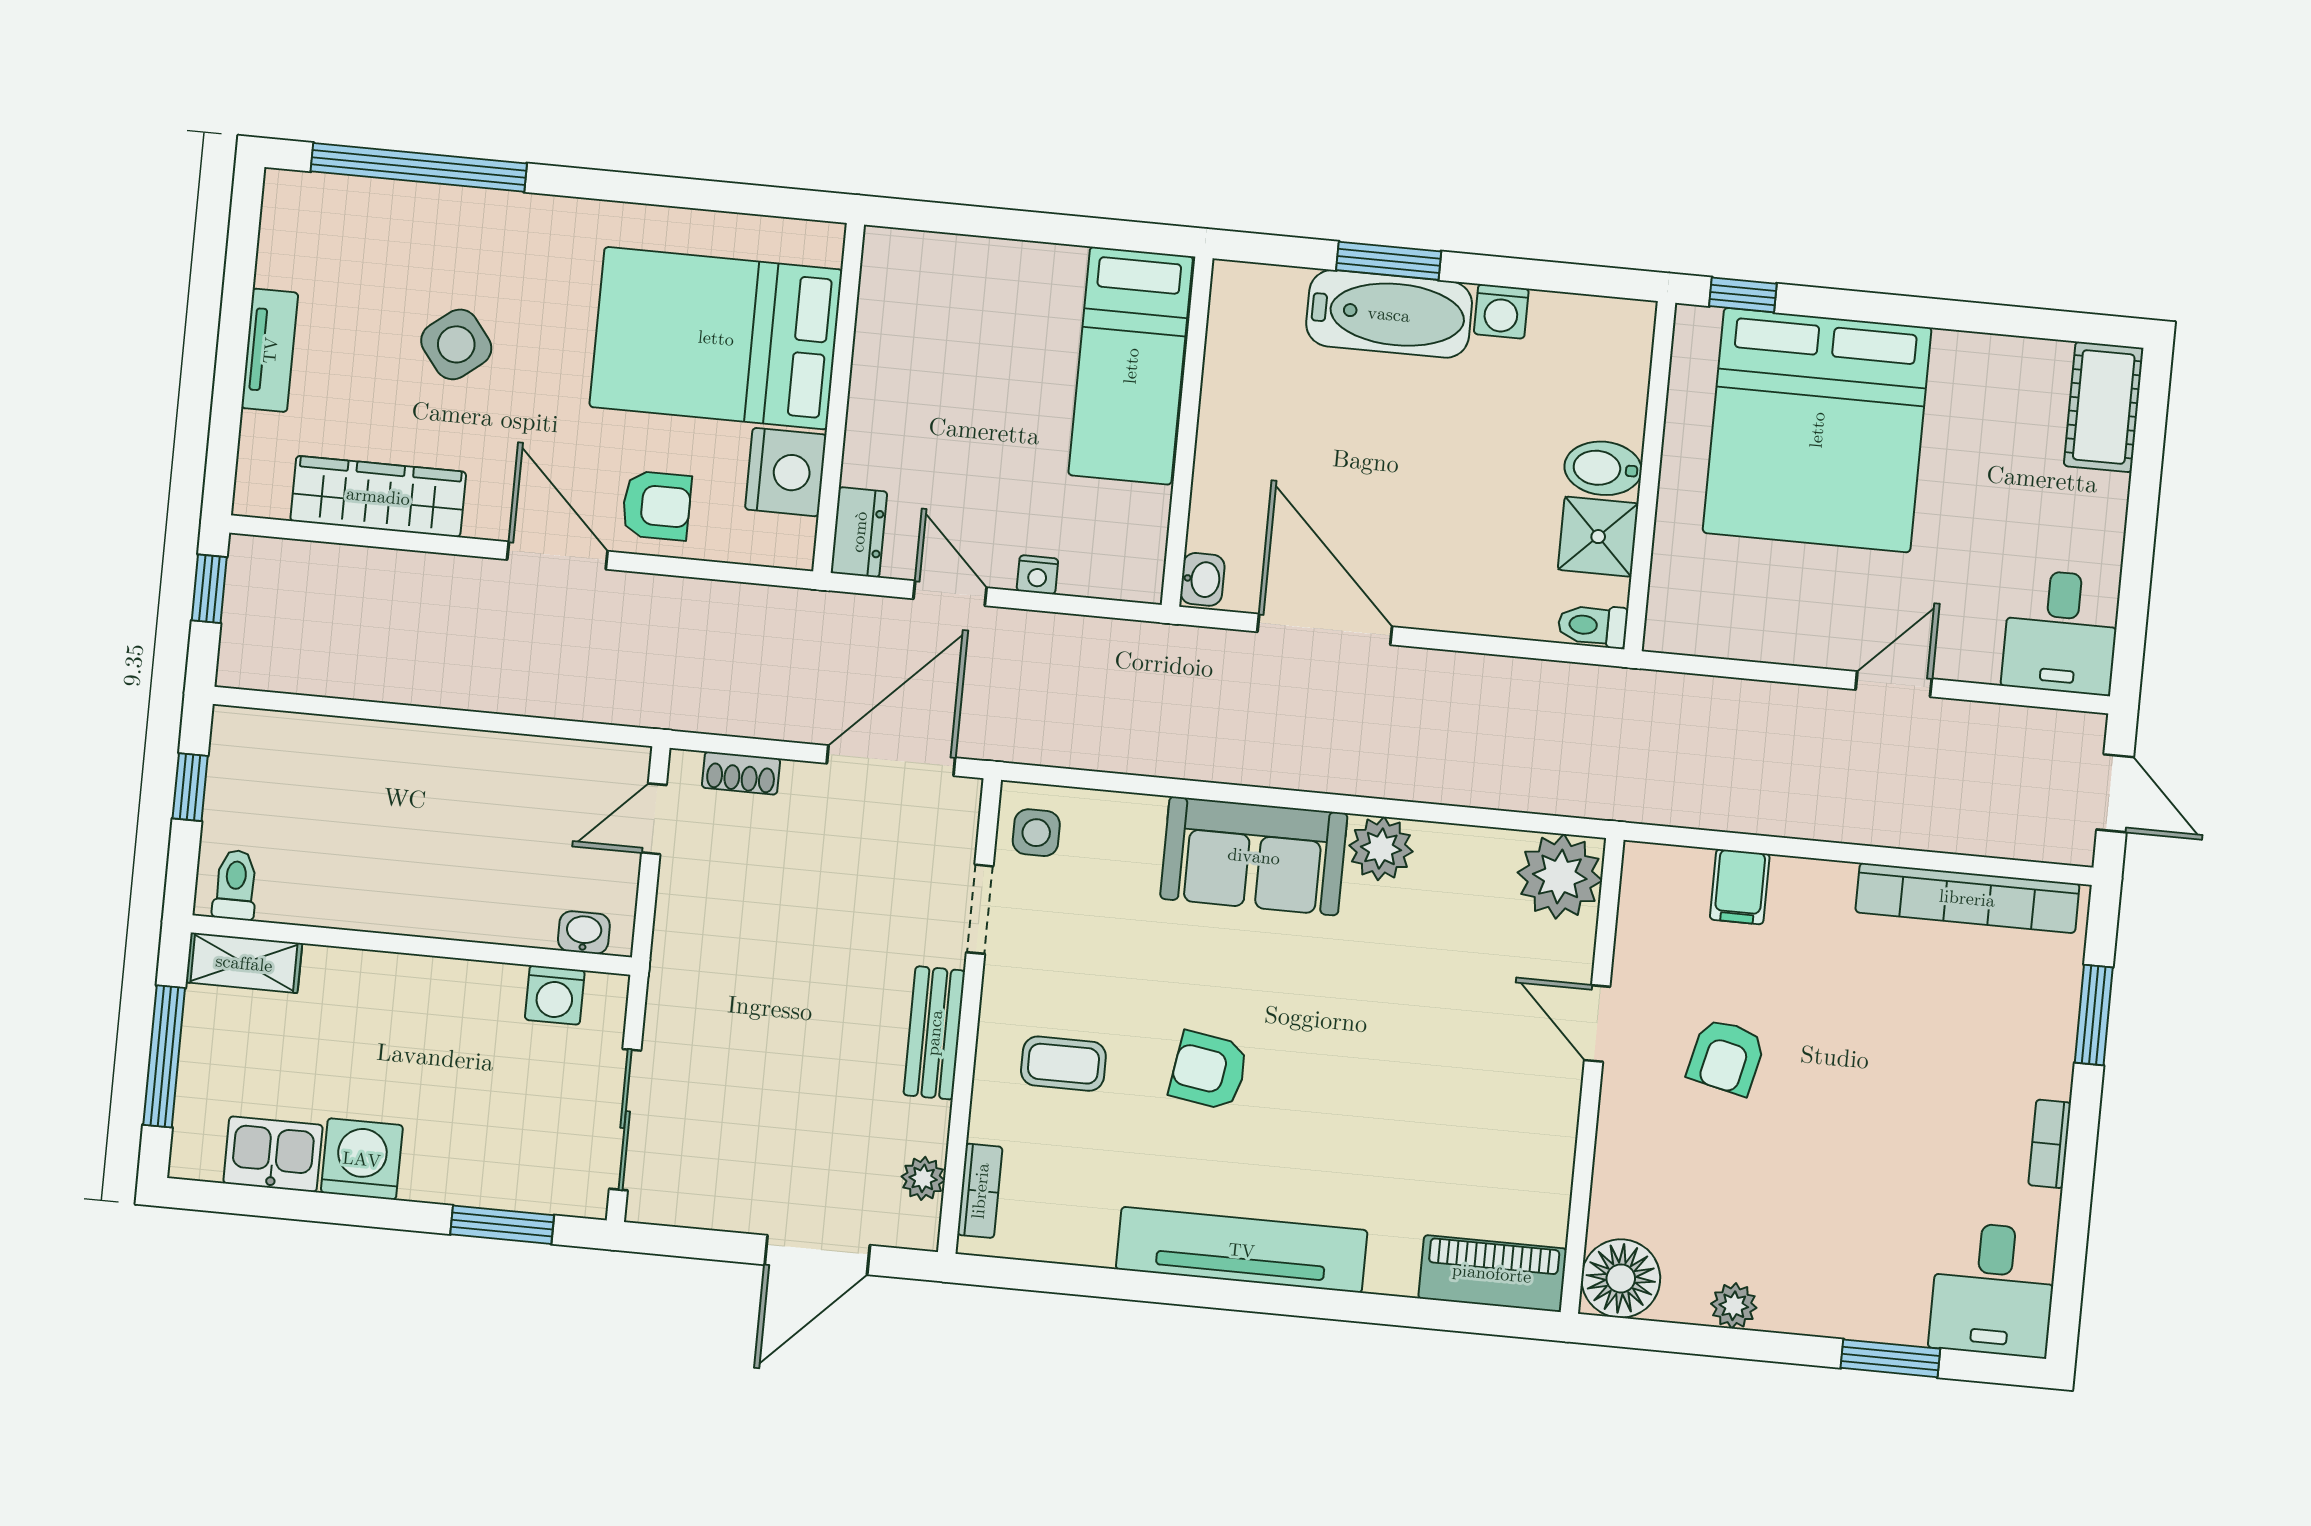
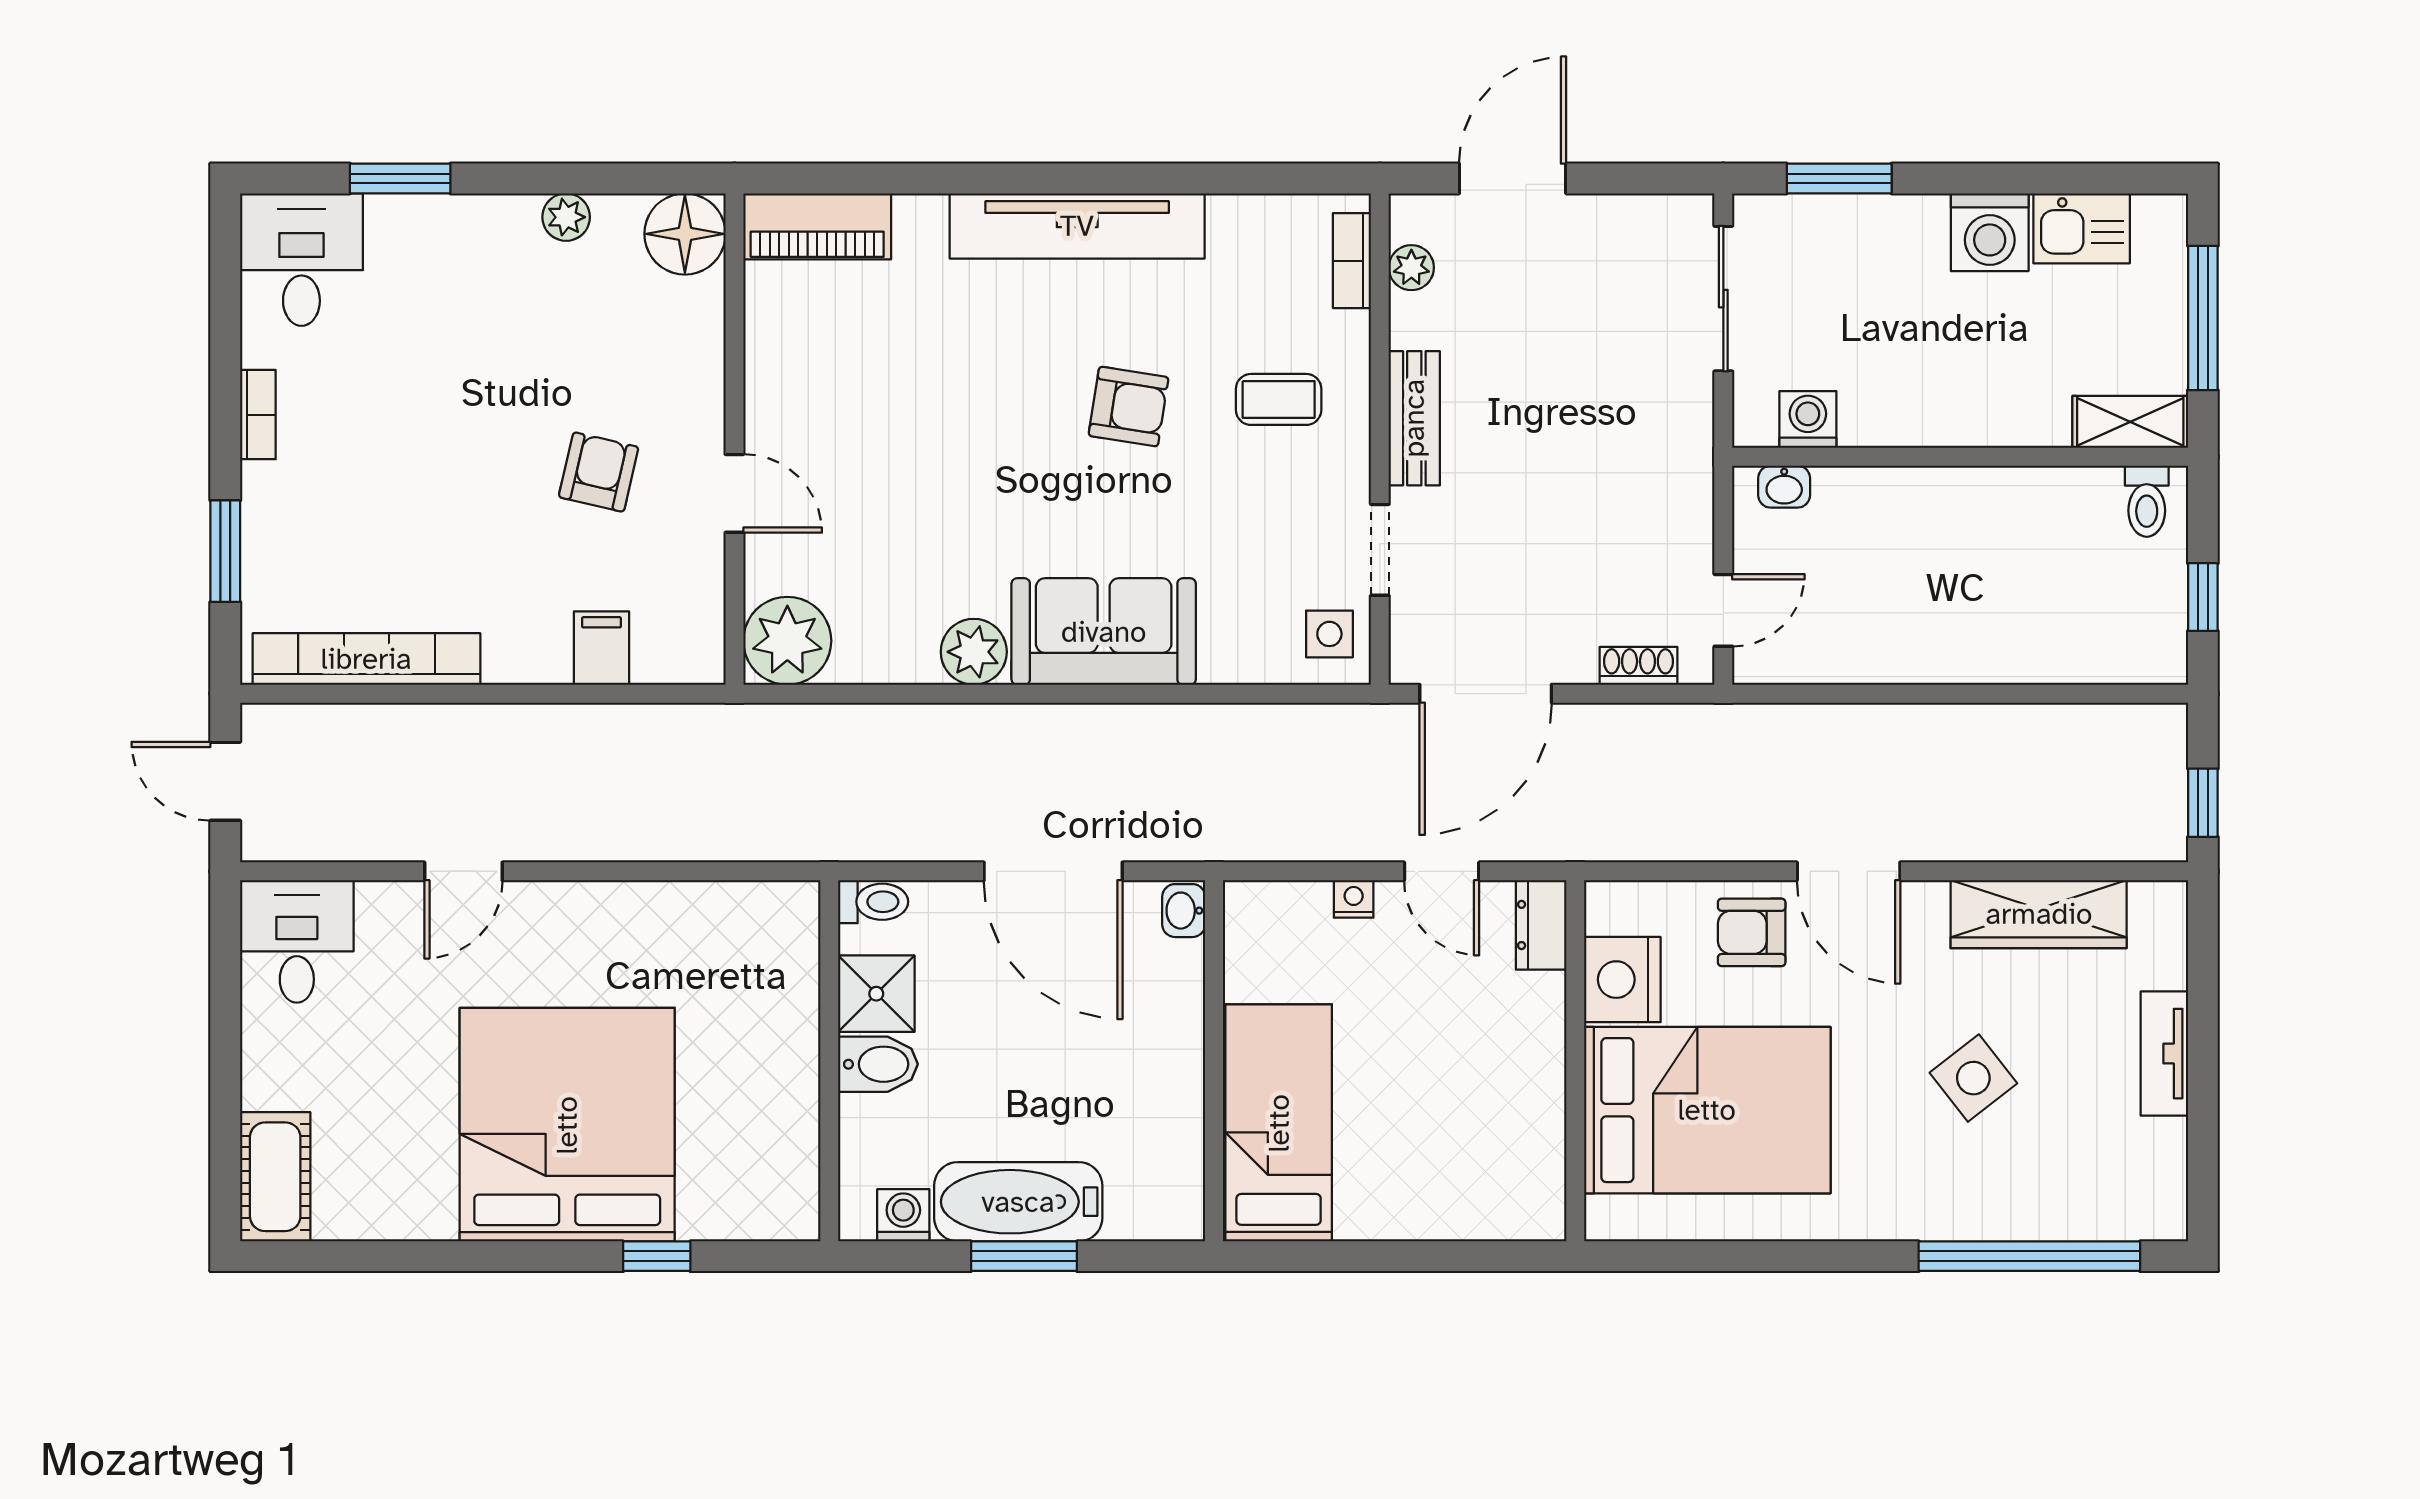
bidet: (1603, 468) -> (878, 1064), moved
wall: (1650, 476) -> (829, 1061), moved
shower: (1598, 537) -> (876, 994), moved
toilet: (1593, 626) -> (873, 902), moved

